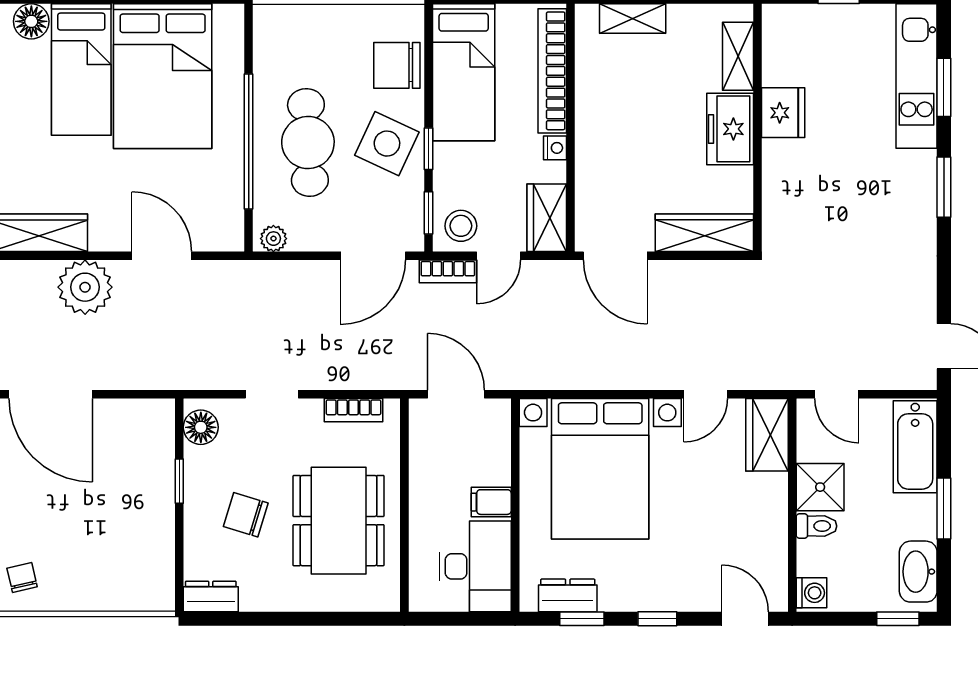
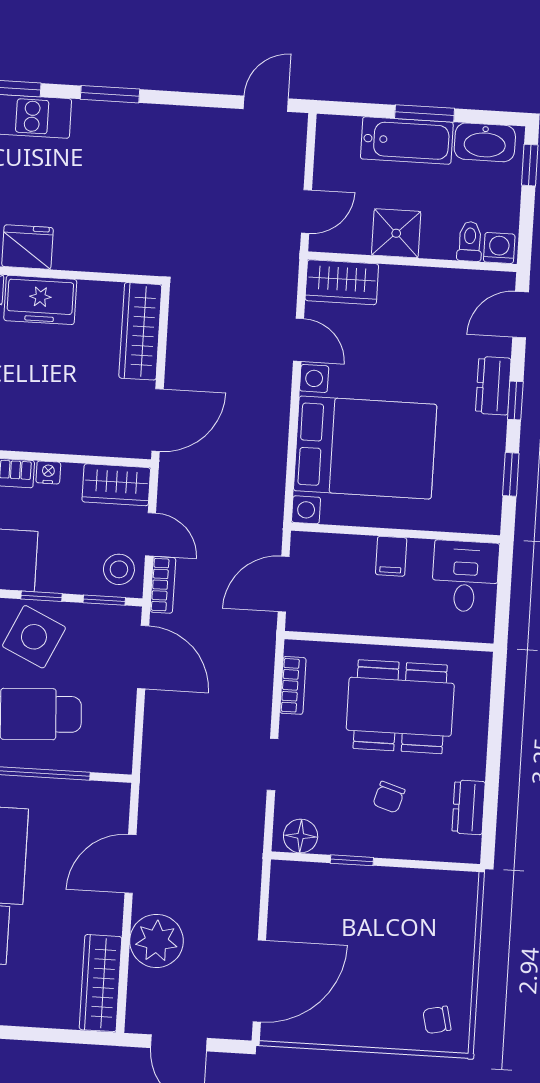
plant: (273, 239) -> (120, 754), removed
bathtub: (915, 447) -> (407, 141), moved
chair: (246, 515) -> (389, 797), width x0.73, depth x0.73
toilet: (816, 526) -> (470, 241), moved
desk: (475, 566) -> (465, 576), width x0.73
dresser: (568, 595) -> (493, 386), moved
dresser: (211, 596) -> (469, 807), moved

